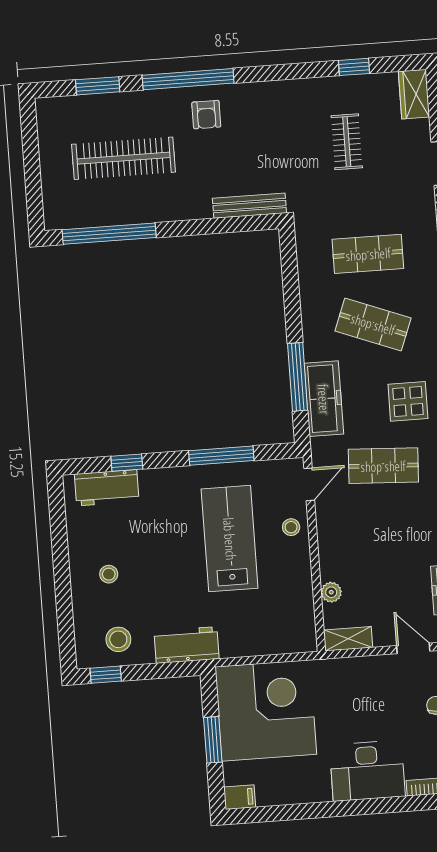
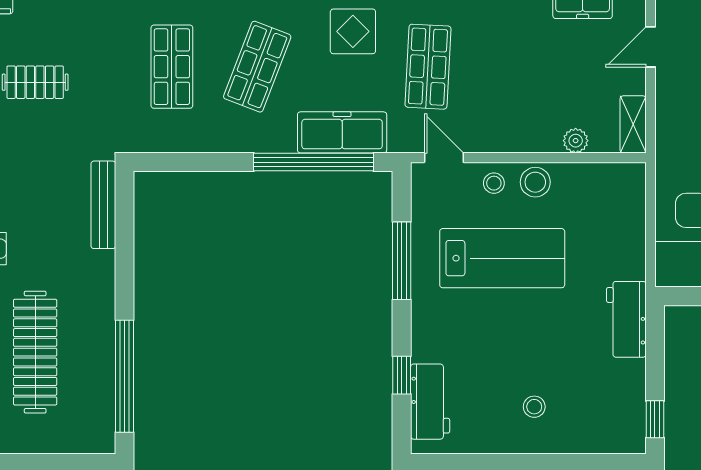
window: (298, 377) -> (314, 162), width x1.46
lab bench: (230, 539) -> (502, 258), turned 180
stool: (118, 639) -> (535, 182), moved

